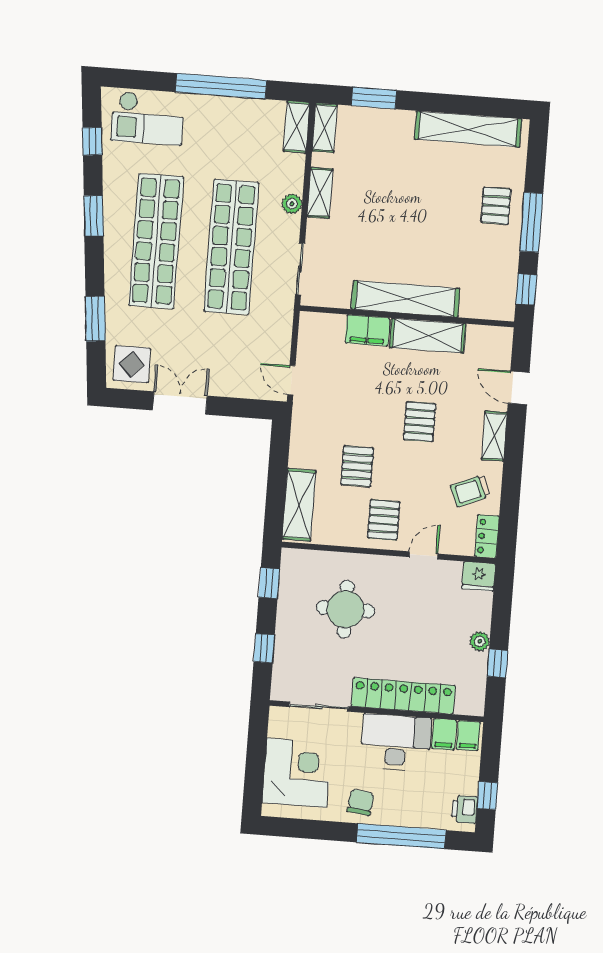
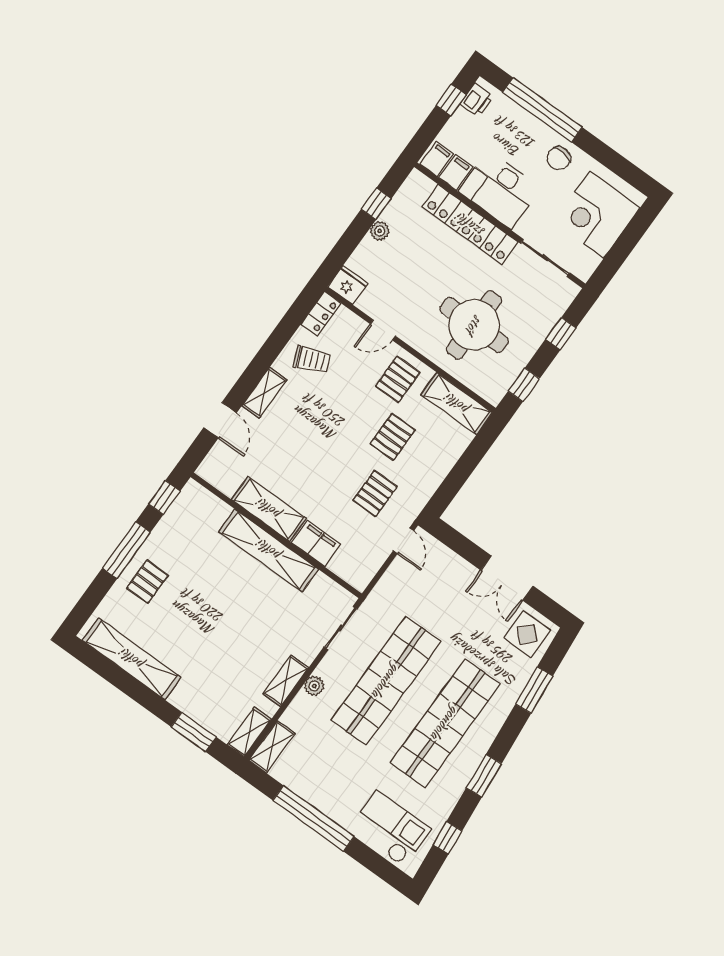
pallet: (420, 422) -> (375, 493), moved
shelving: (299, 505) -> (457, 404), moved, turned 90
round table: (346, 609) -> (474, 325), width x1.36, depth x1.36

